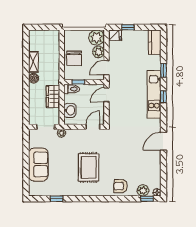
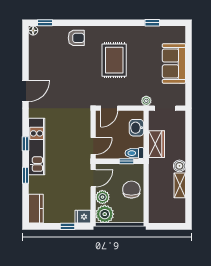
plant: (143, 190) -> (50, 33), removed

